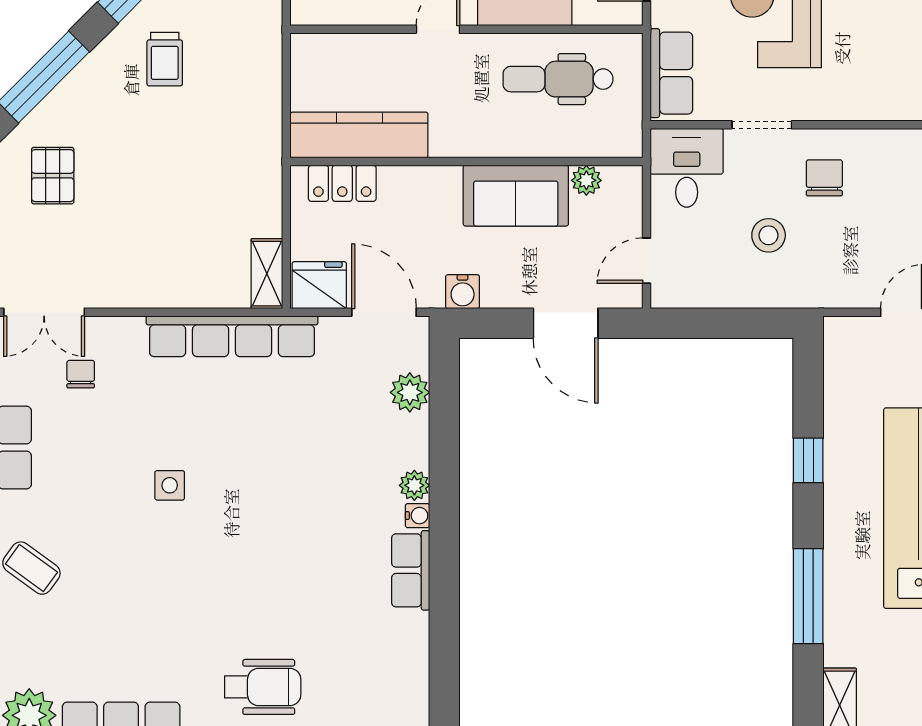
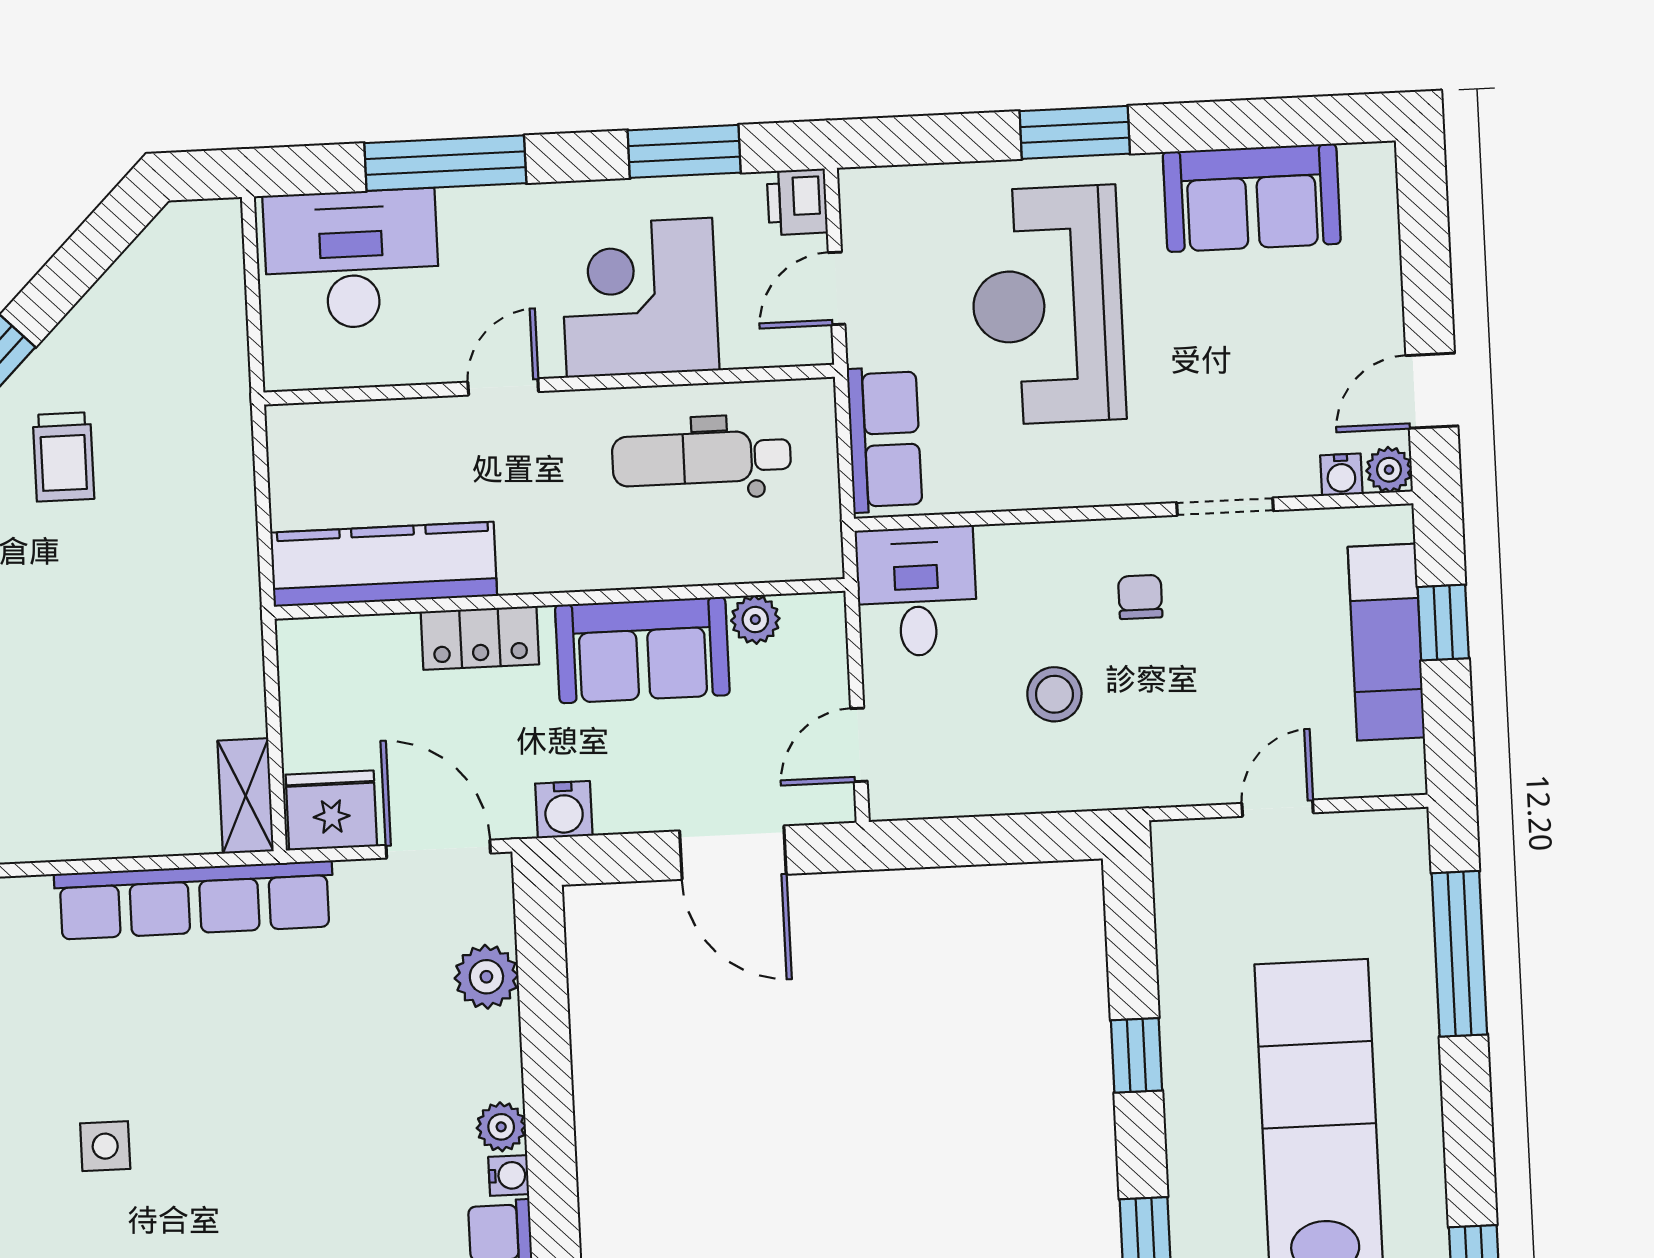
doorway: (762, 125) -> (1225, 507), moved
chair: (824, 178) -> (1140, 597), width x0.73, depth x0.73
locker: (342, 183) -> (480, 638), moved

